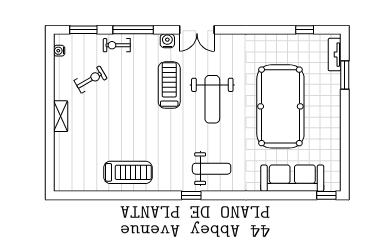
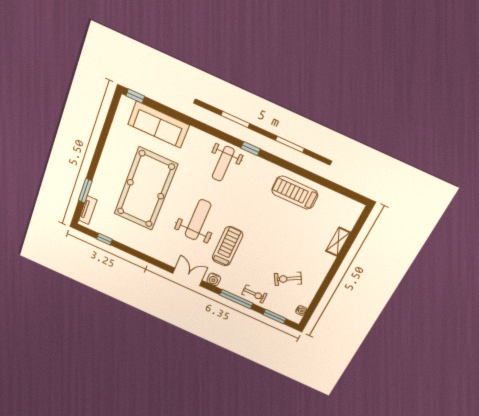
treadmill: (169, 85) -> (227, 246), turned 180
shelving: (61, 116) -> (338, 242), moved
weight bench: (212, 169) -> (223, 164), turned -90

